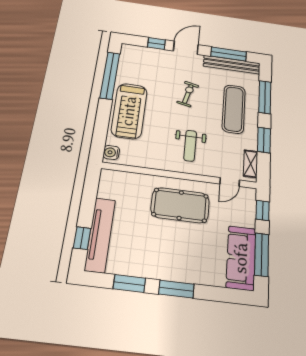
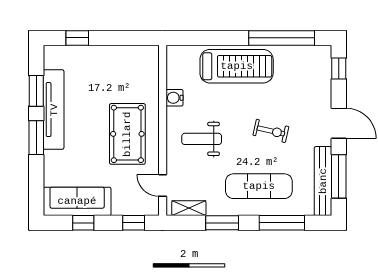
window: (156, 43) -> (339, 69), moved
treadmill: (129, 111) -> (237, 66), turned 180
water cooler: (111, 152) -> (175, 98), moved, turned -90
tv unit: (100, 235) -> (54, 110), moved, turned -90
window: (262, 255) -> (83, 223), width x0.46

